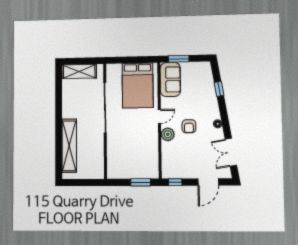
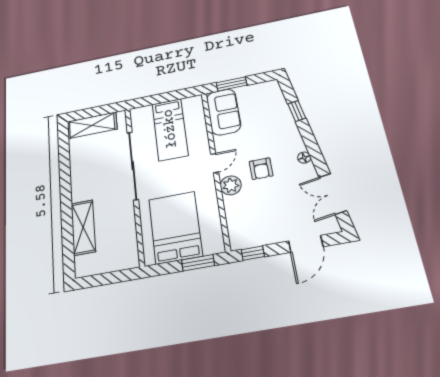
bed: (138, 85) -> (170, 129), width x0.67
shelving: (69, 146) -> (83, 227), width x0.68
bed: (129, 156) -> (175, 227), added

